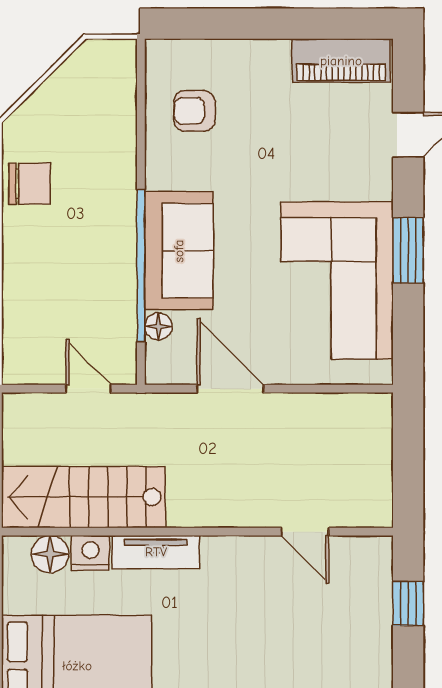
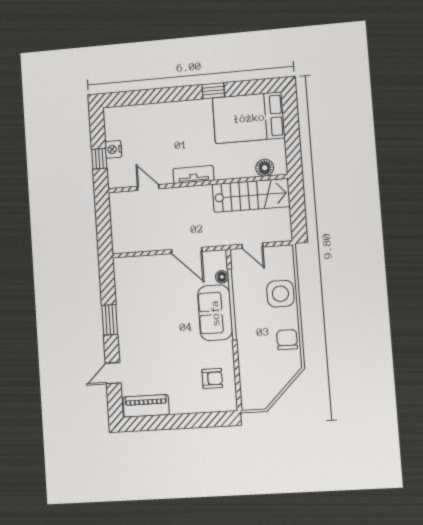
chair: (30, 184) -> (287, 340), turned 90
corner sofa: (337, 281) -> (141, 304), removed
side table: (36, 282) -> (280, 294), added
tv unit: (156, 552) -> (193, 175), moved
nightstand: (90, 553) -> (113, 149), moved, turned 90

